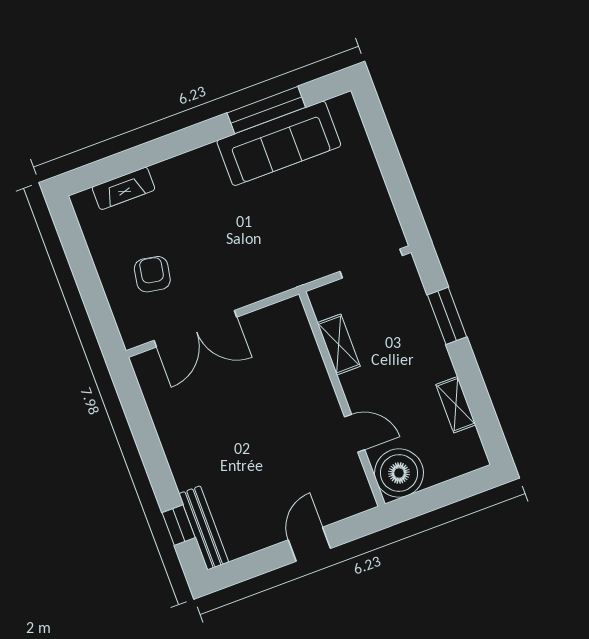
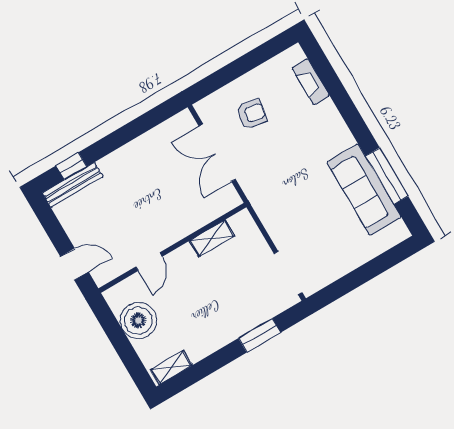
shelving: (339, 344) -> (212, 238), moved
wall: (342, 399) -> (172, 248), moved
shelving: (456, 405) -> (171, 368), moved
door: (355, 433) -> (149, 262), moved

